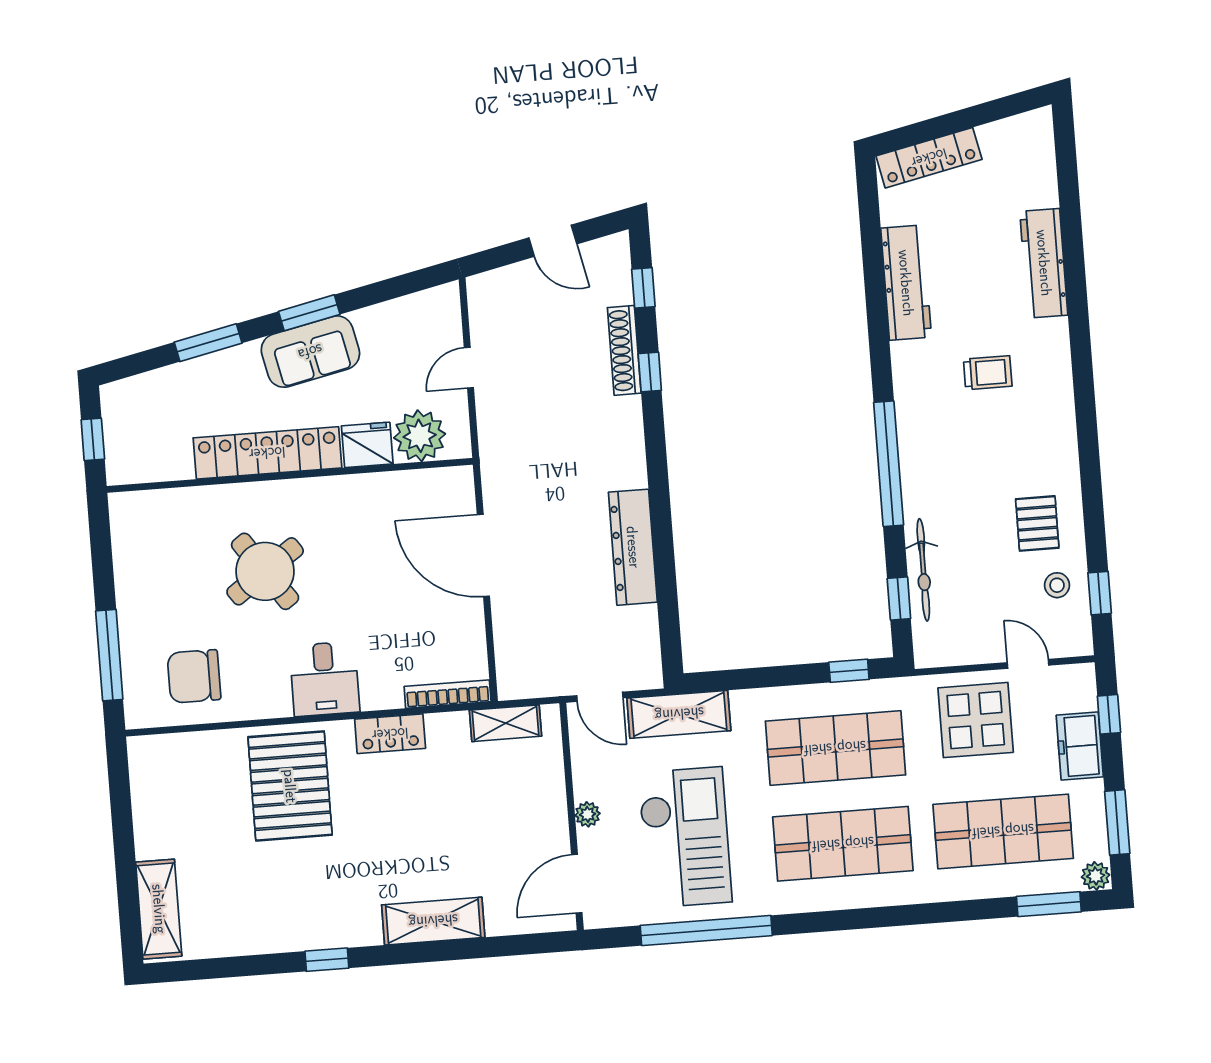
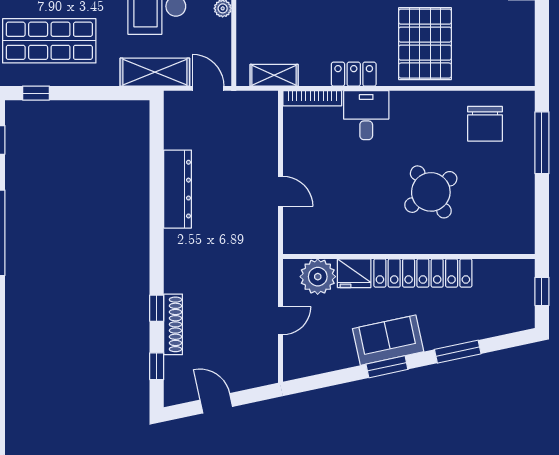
door: (483, 555) -> (280, 191), width x0.53
chair: (194, 676) -> (485, 124), turned 90
desk: (325, 679) -> (366, 115), moved

